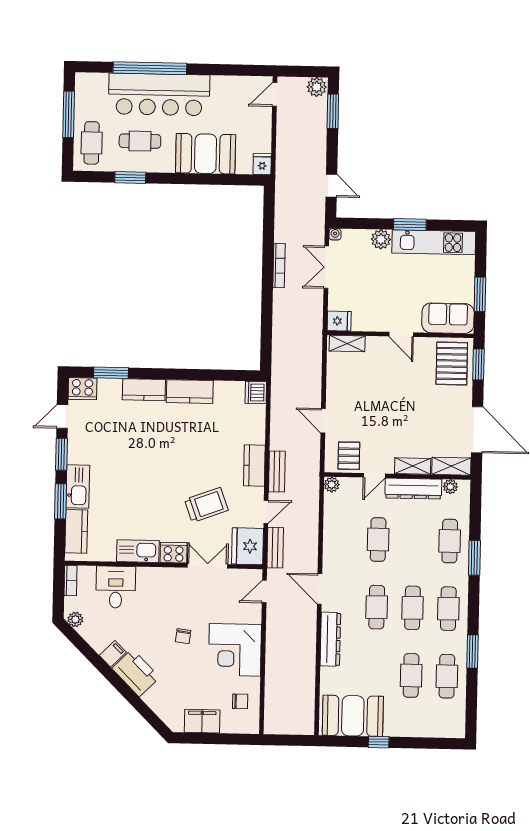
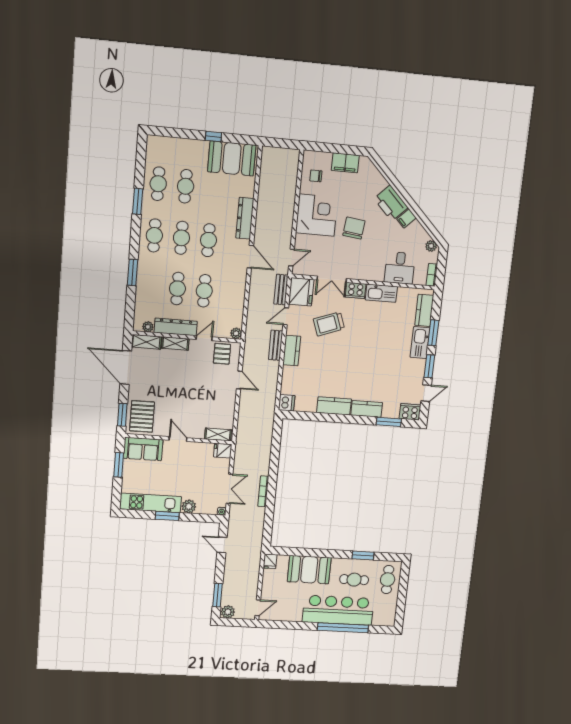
window: (69, 114) -> (402, 599), removed
cafe table: (450, 541) -> (177, 289), moved
chair: (183, 636) -> (354, 228), width x1.87, depth x1.87

